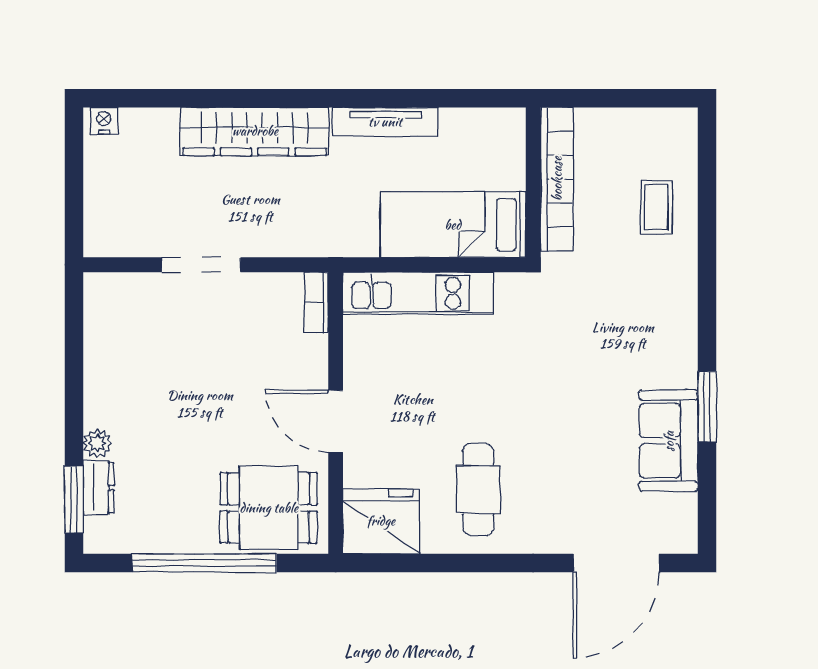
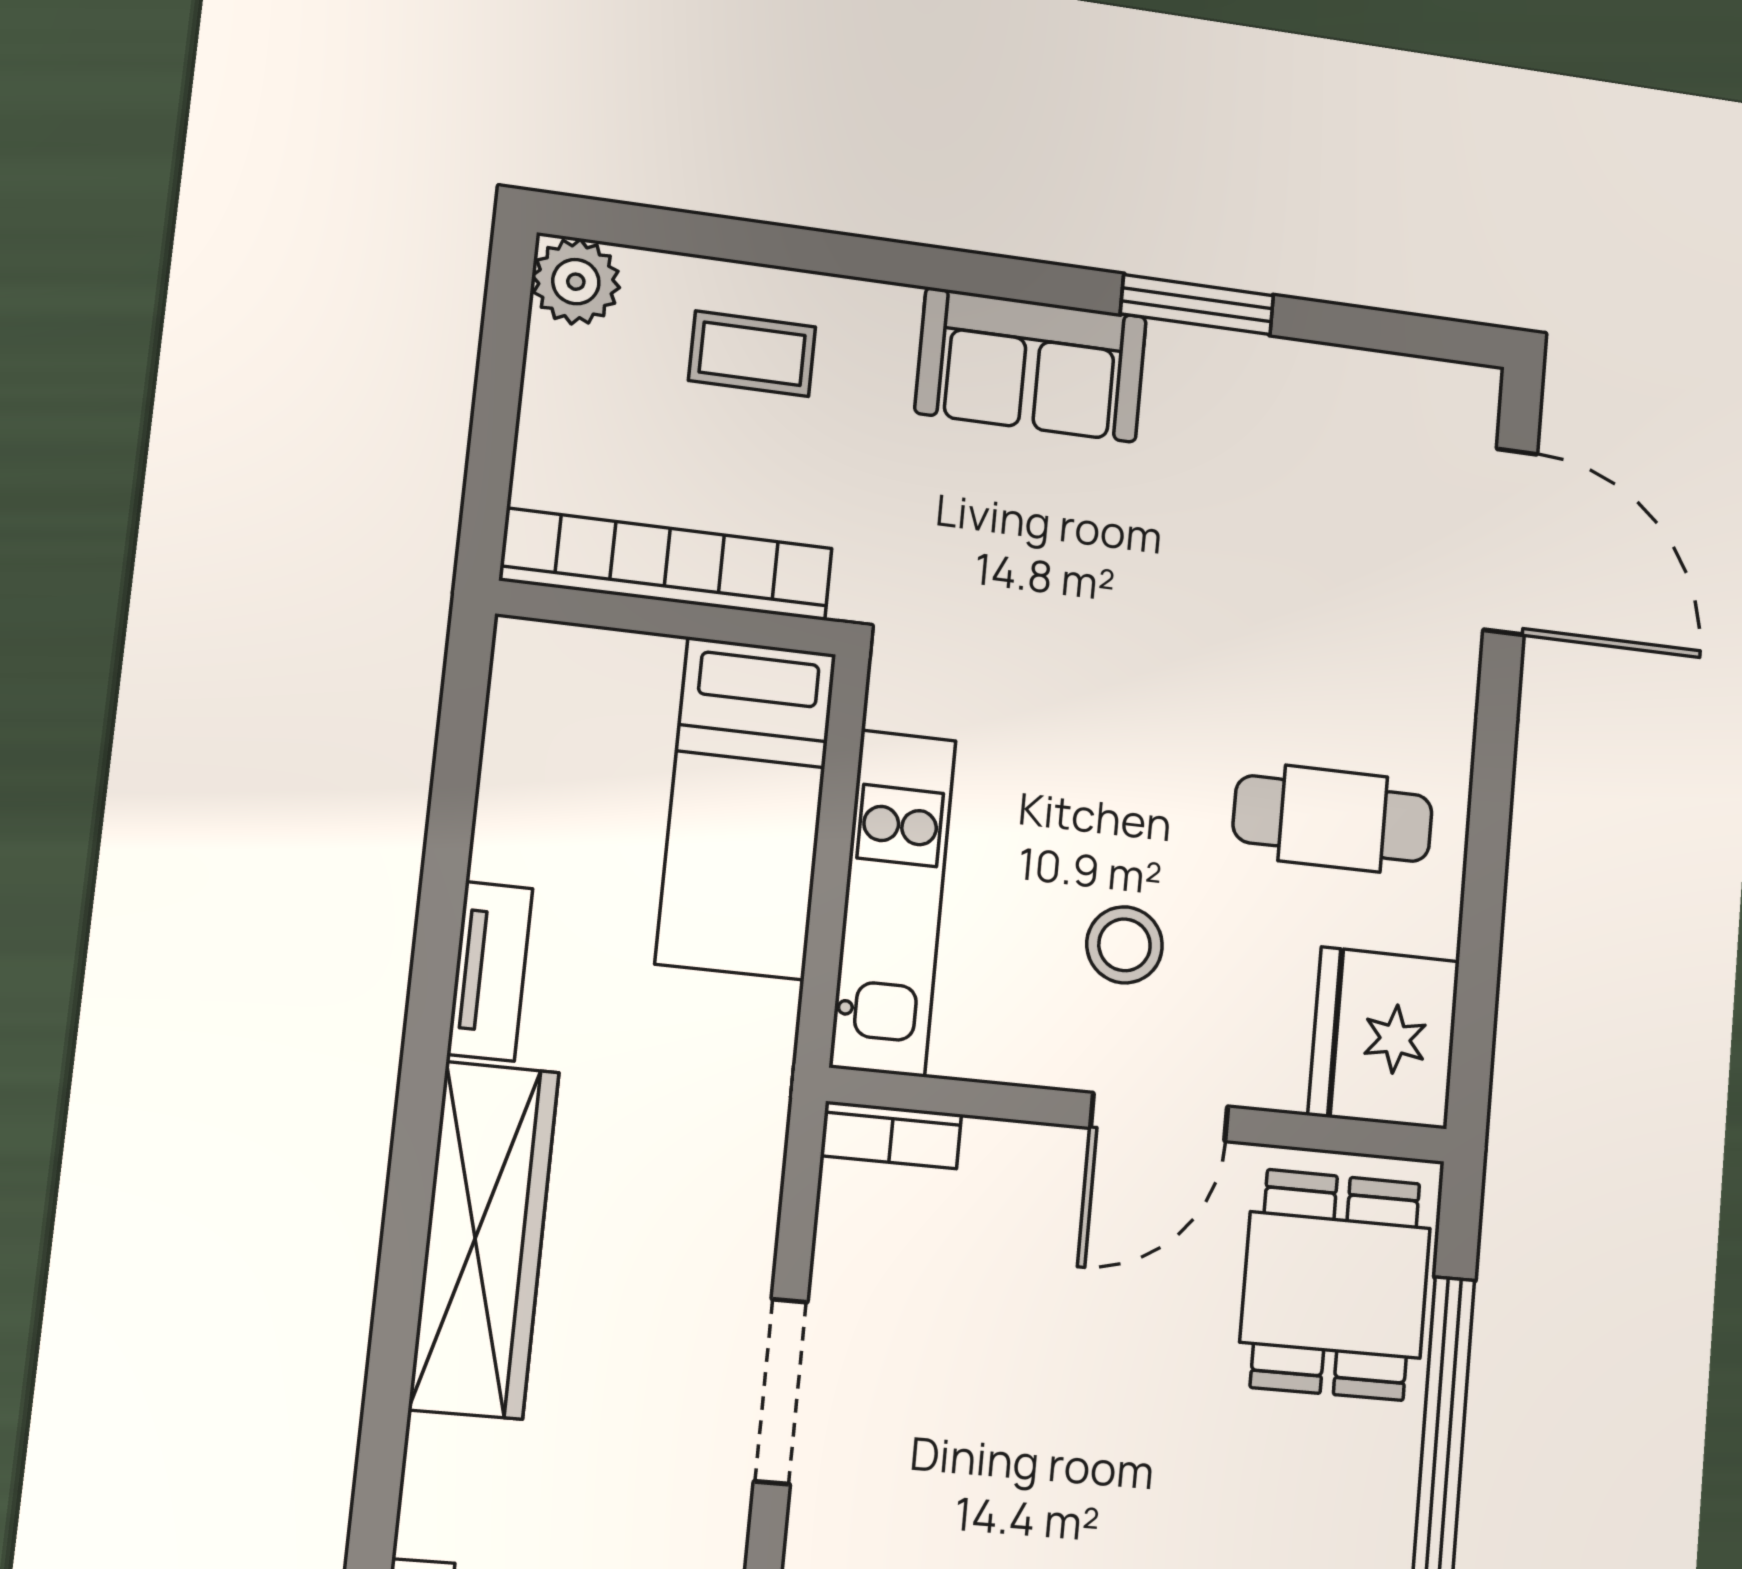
tv unit: (385, 122) -> (490, 971), width x0.71
plant: (678, 127) -> (576, 282), added
stool: (411, 399) -> (1125, 945), added
sofa: (669, 441) -> (1031, 365), moved

